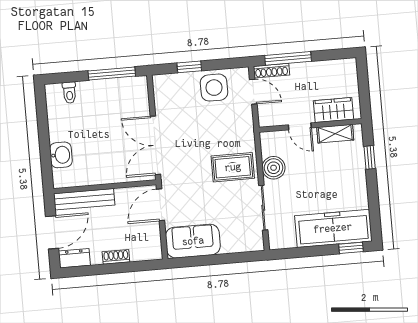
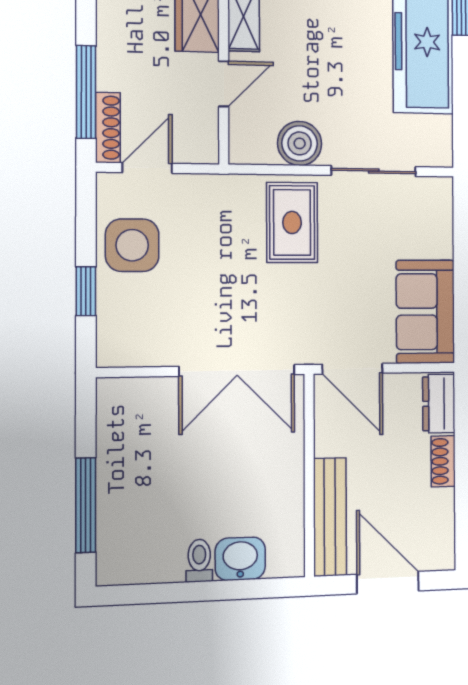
window: (112, 74) -> (86, 505), moved
toilet: (69, 93) -> (199, 561), moved, turned -90
dresser: (74, 258) -> (439, 404), moved

